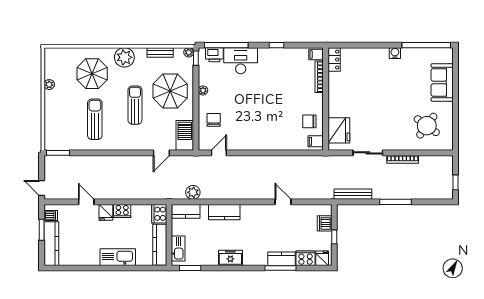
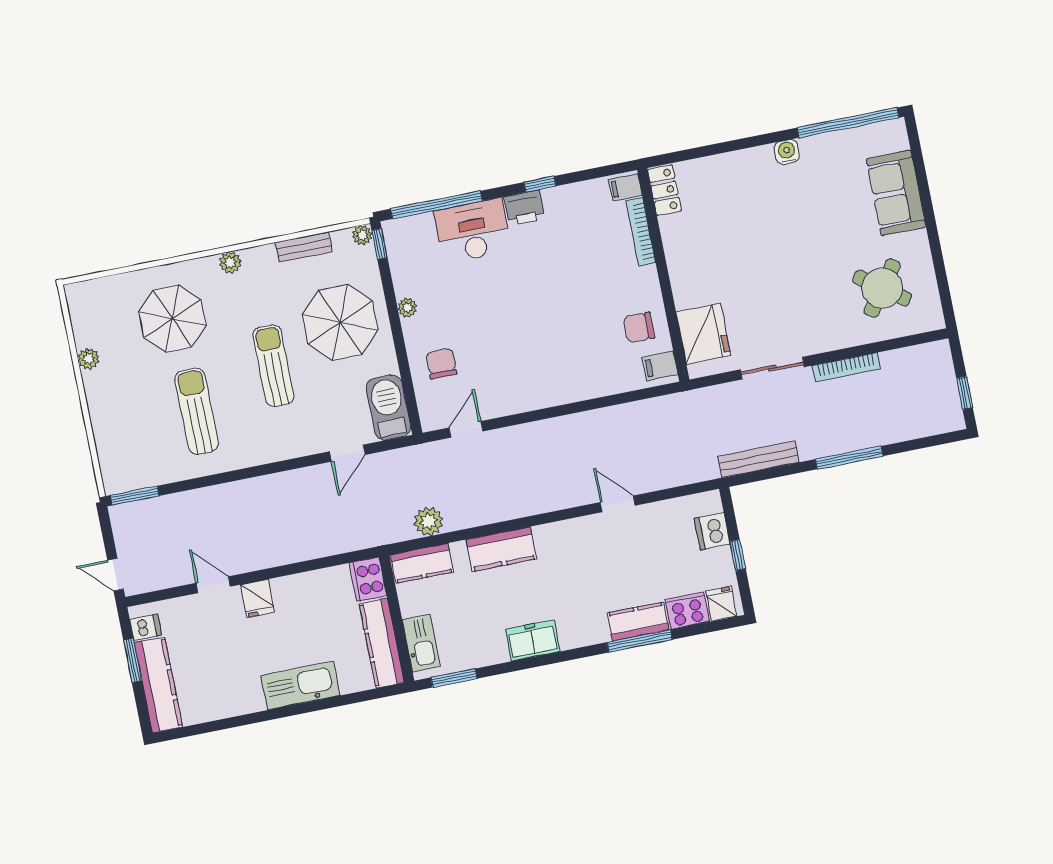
printer: (214, 55) -> (524, 208), moved
plant: (124, 57) -> (230, 262), width x0.53, depth x0.53
cooker: (122, 211) -> (291, 589), removed

